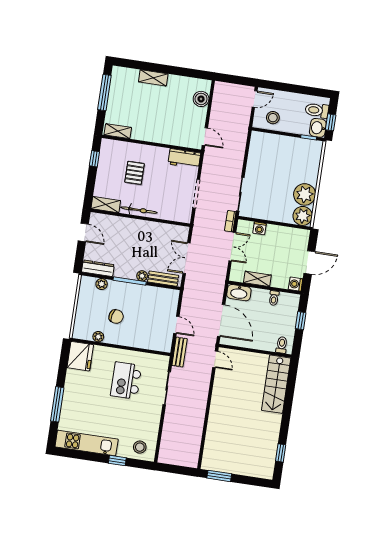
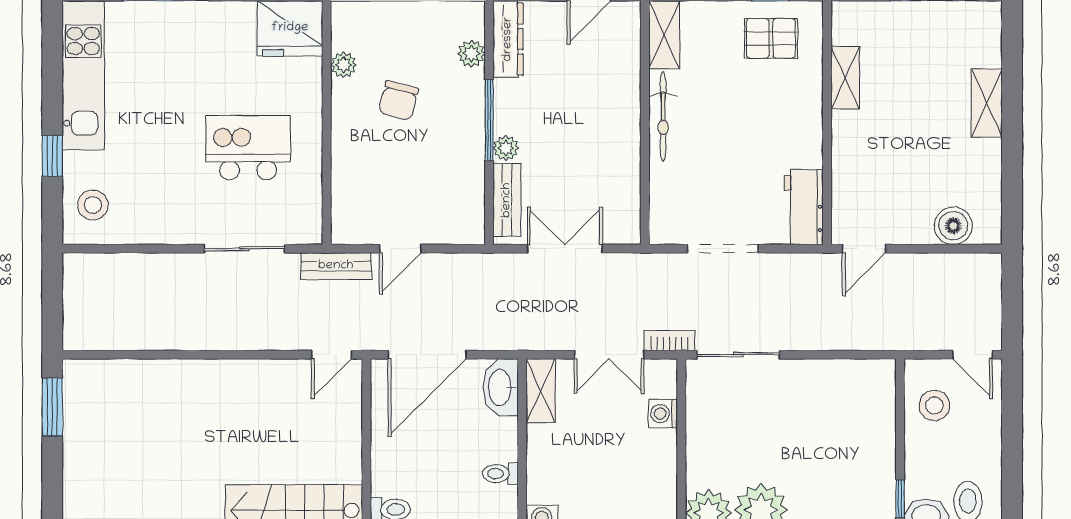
shelving: (118, 131) -> (845, 78), moved
pallet: (135, 173) -> (771, 38), moved
shelving: (257, 279) -> (541, 391), moved

